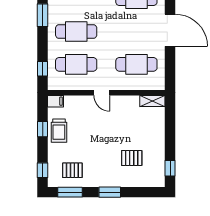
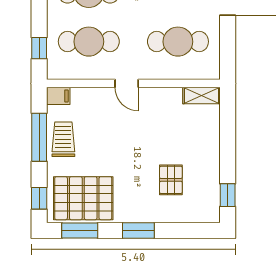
window: (43, 129) -> (39, 137), width x2.17
trolley: (59, 131) -> (63, 139), turned 180
pallet: (132, 158) -> (171, 180), turned 90
pallet: (72, 170) -> (83, 198), width x2.05, depth x2.00

